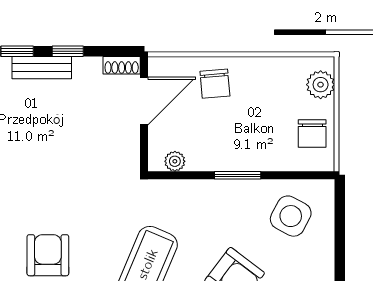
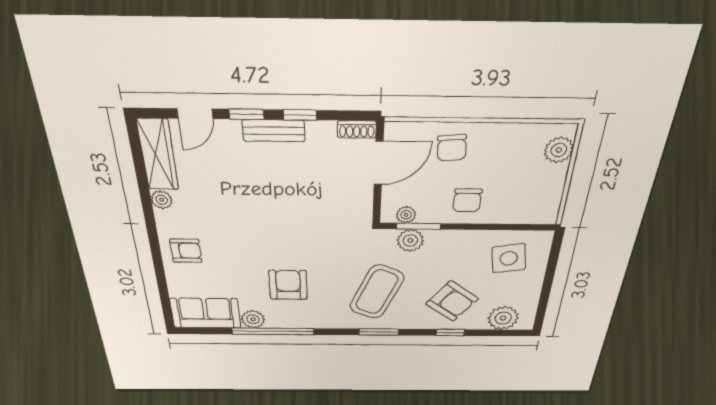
chair: (312, 133) -> (467, 200), moved
window: (238, 175) -> (419, 226), moved
plant: (181, 194) -> (410, 240), added
side table: (291, 216) -> (509, 258), turned -37

